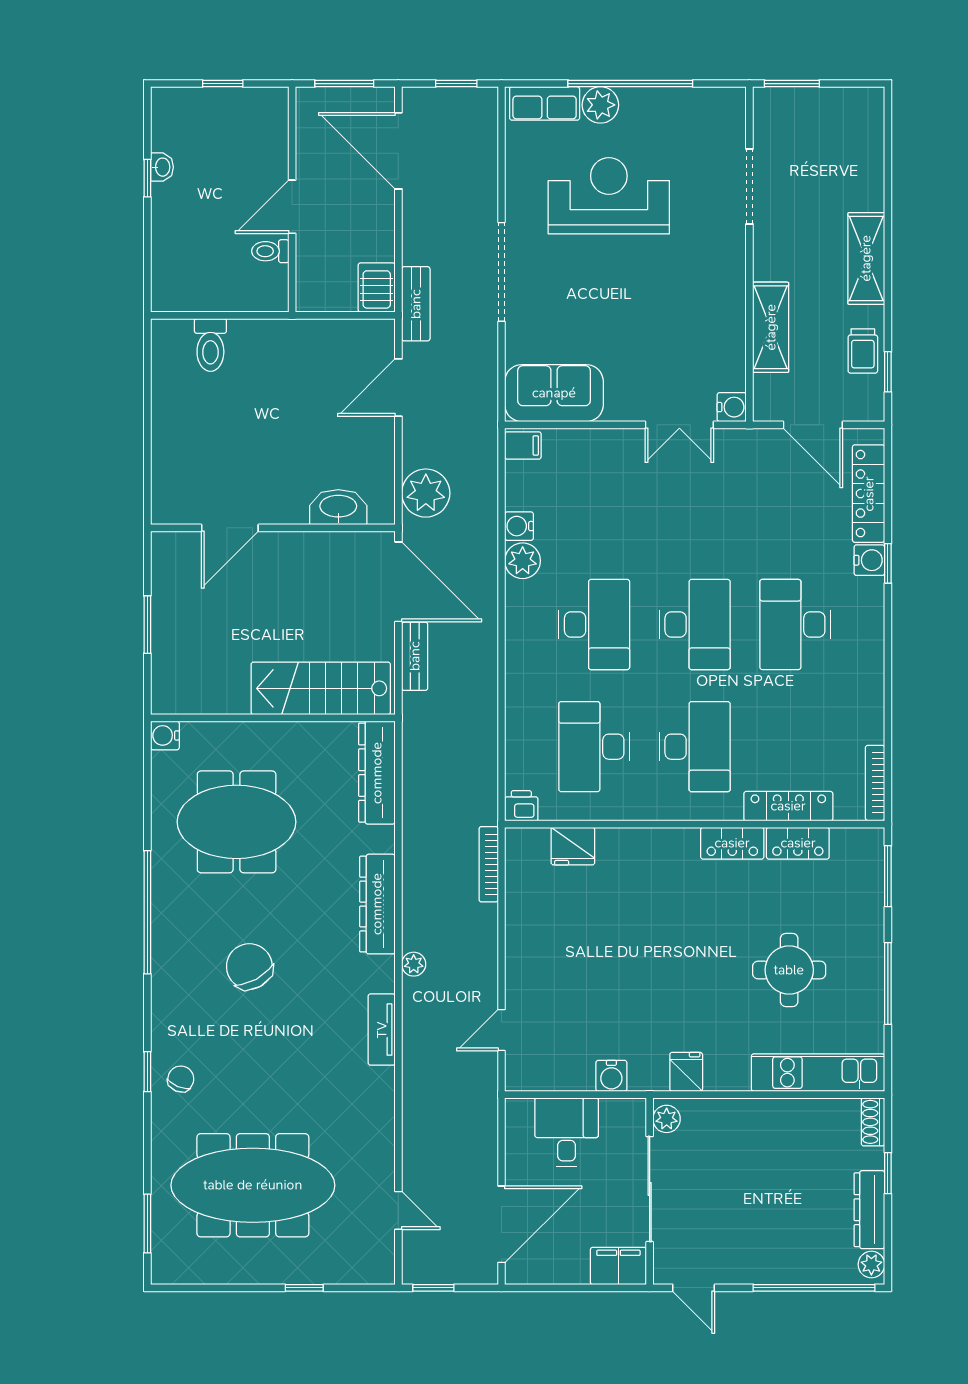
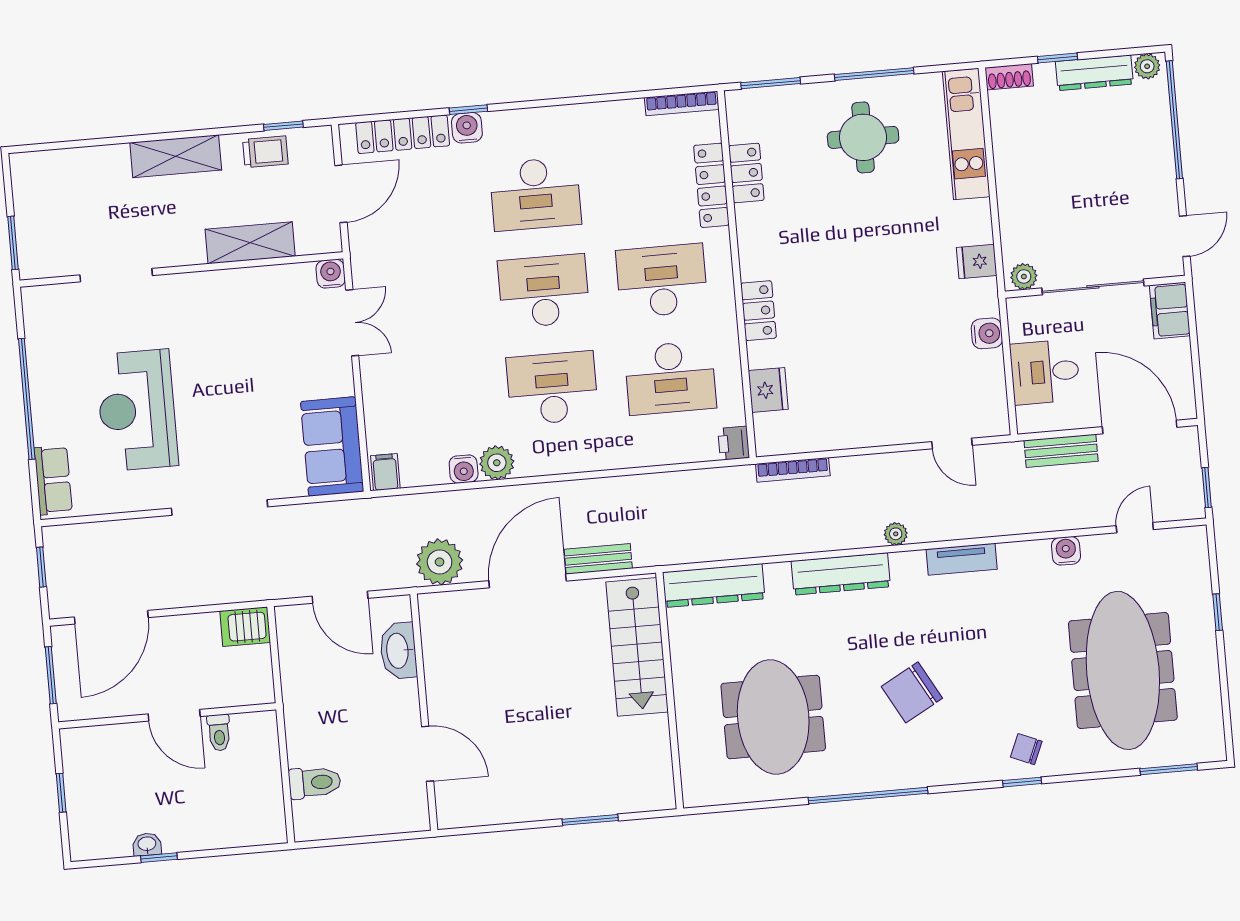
plant: (600, 105) -> (50, 426), removed
bench: (416, 304) -> (1061, 451), moved
washbasin: (338, 507) -> (398, 651), moved
door: (230, 528) -> (428, 754), moved
wall: (273, 528) -> (424, 712), moved
water cooler: (165, 735) -> (1066, 551), moved, turned 180
locker: (732, 843) -> (758, 311), moved
round table: (789, 970) -> (863, 137), moved

